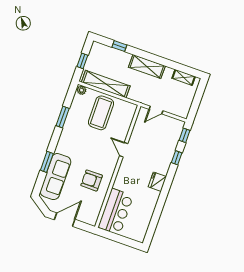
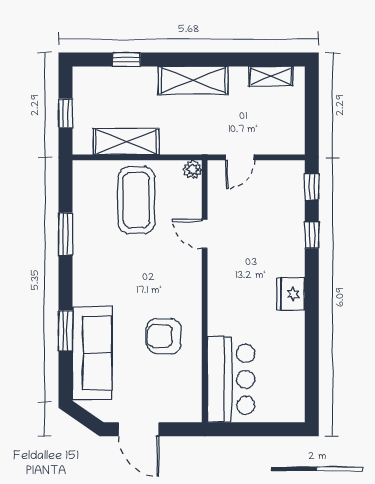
shelving: (106, 84) -> (126, 142), width x0.68
plant: (82, 90) -> (193, 170), moved
door: (124, 150) -> (205, 234), moved
door: (65, 220) -> (139, 429), swing flipped

